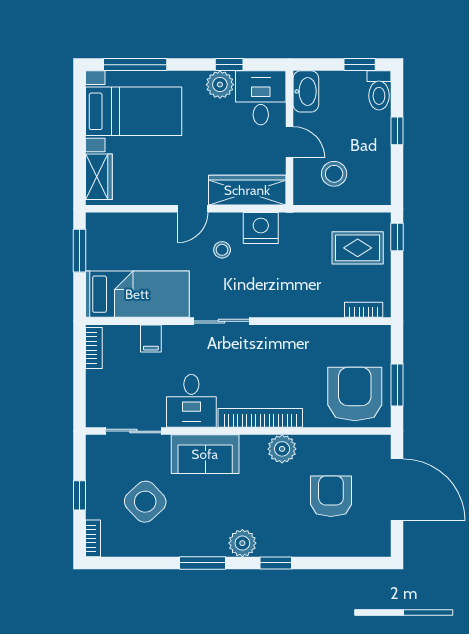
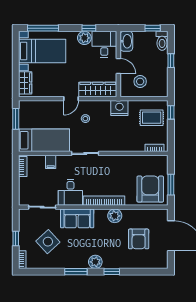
nightstand: (261, 228) -> (119, 108), moved
armchair: (331, 496) -> (139, 239), turned 180

